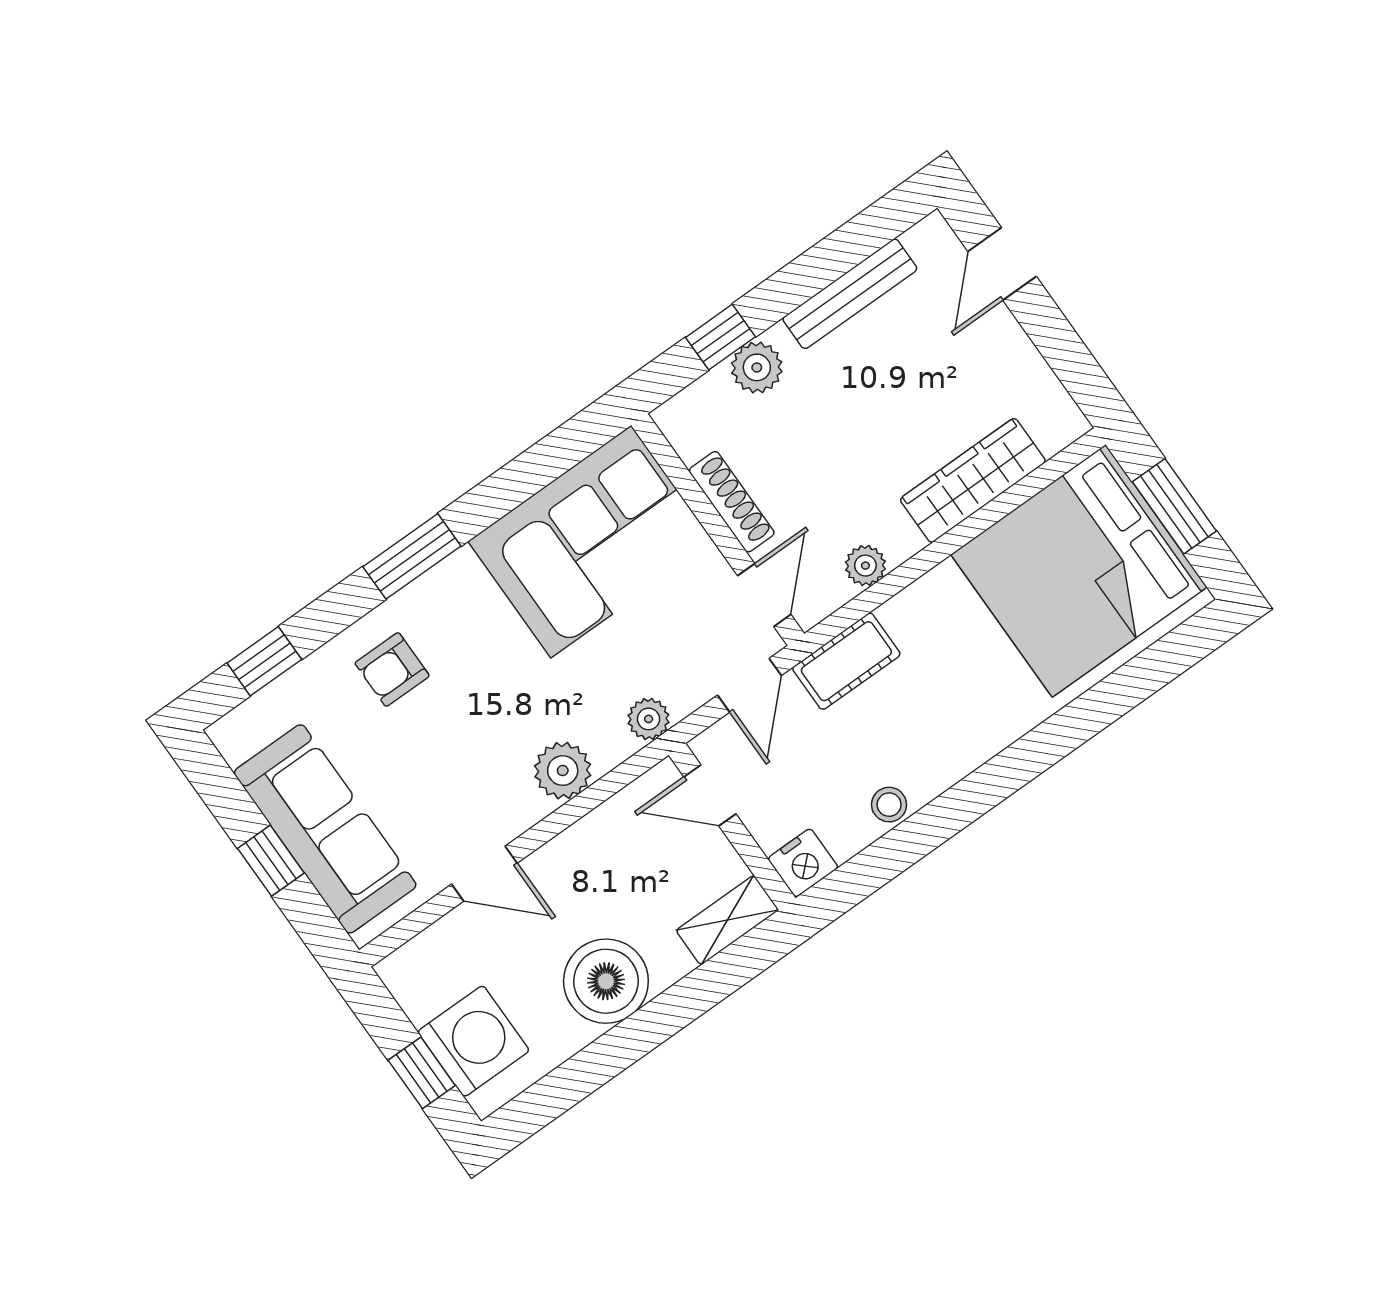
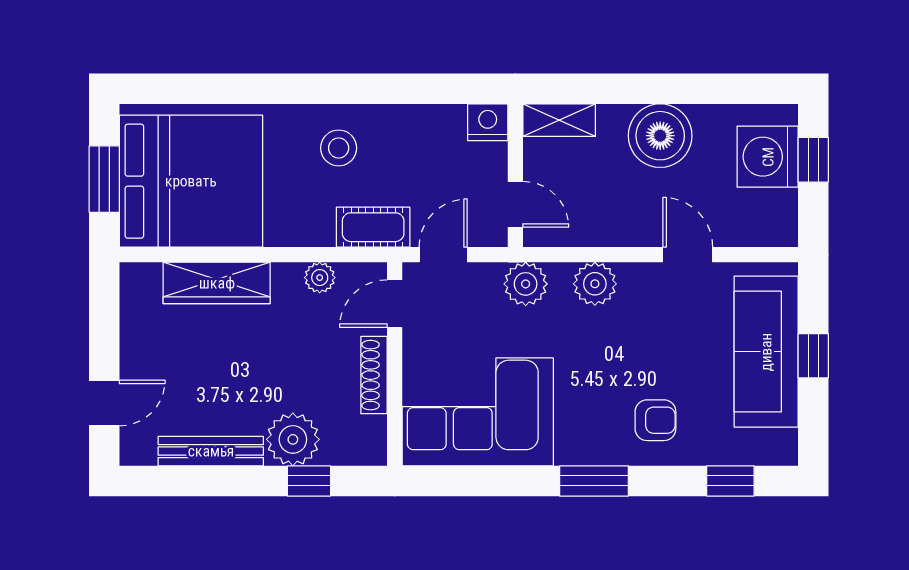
plant: (757, 367) -> (293, 439), width x1.36, depth x1.36
plant: (649, 719) -> (526, 284), width x1.38, depth x1.38
stool: (889, 805) -> (339, 148), moved, width x1.37, depth x1.37

